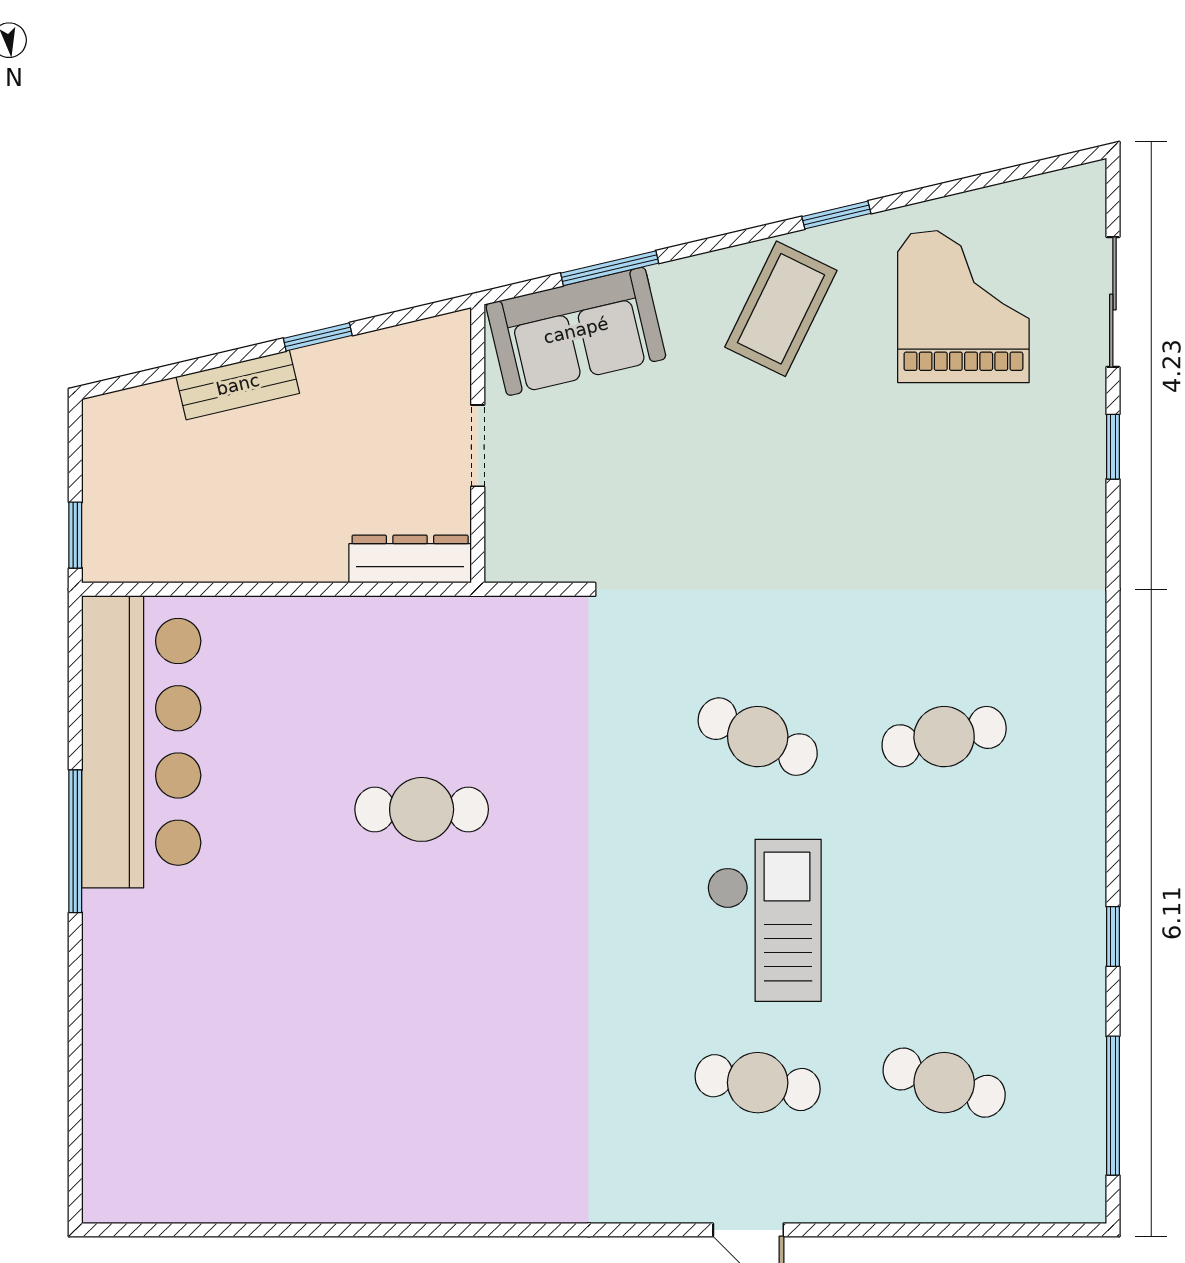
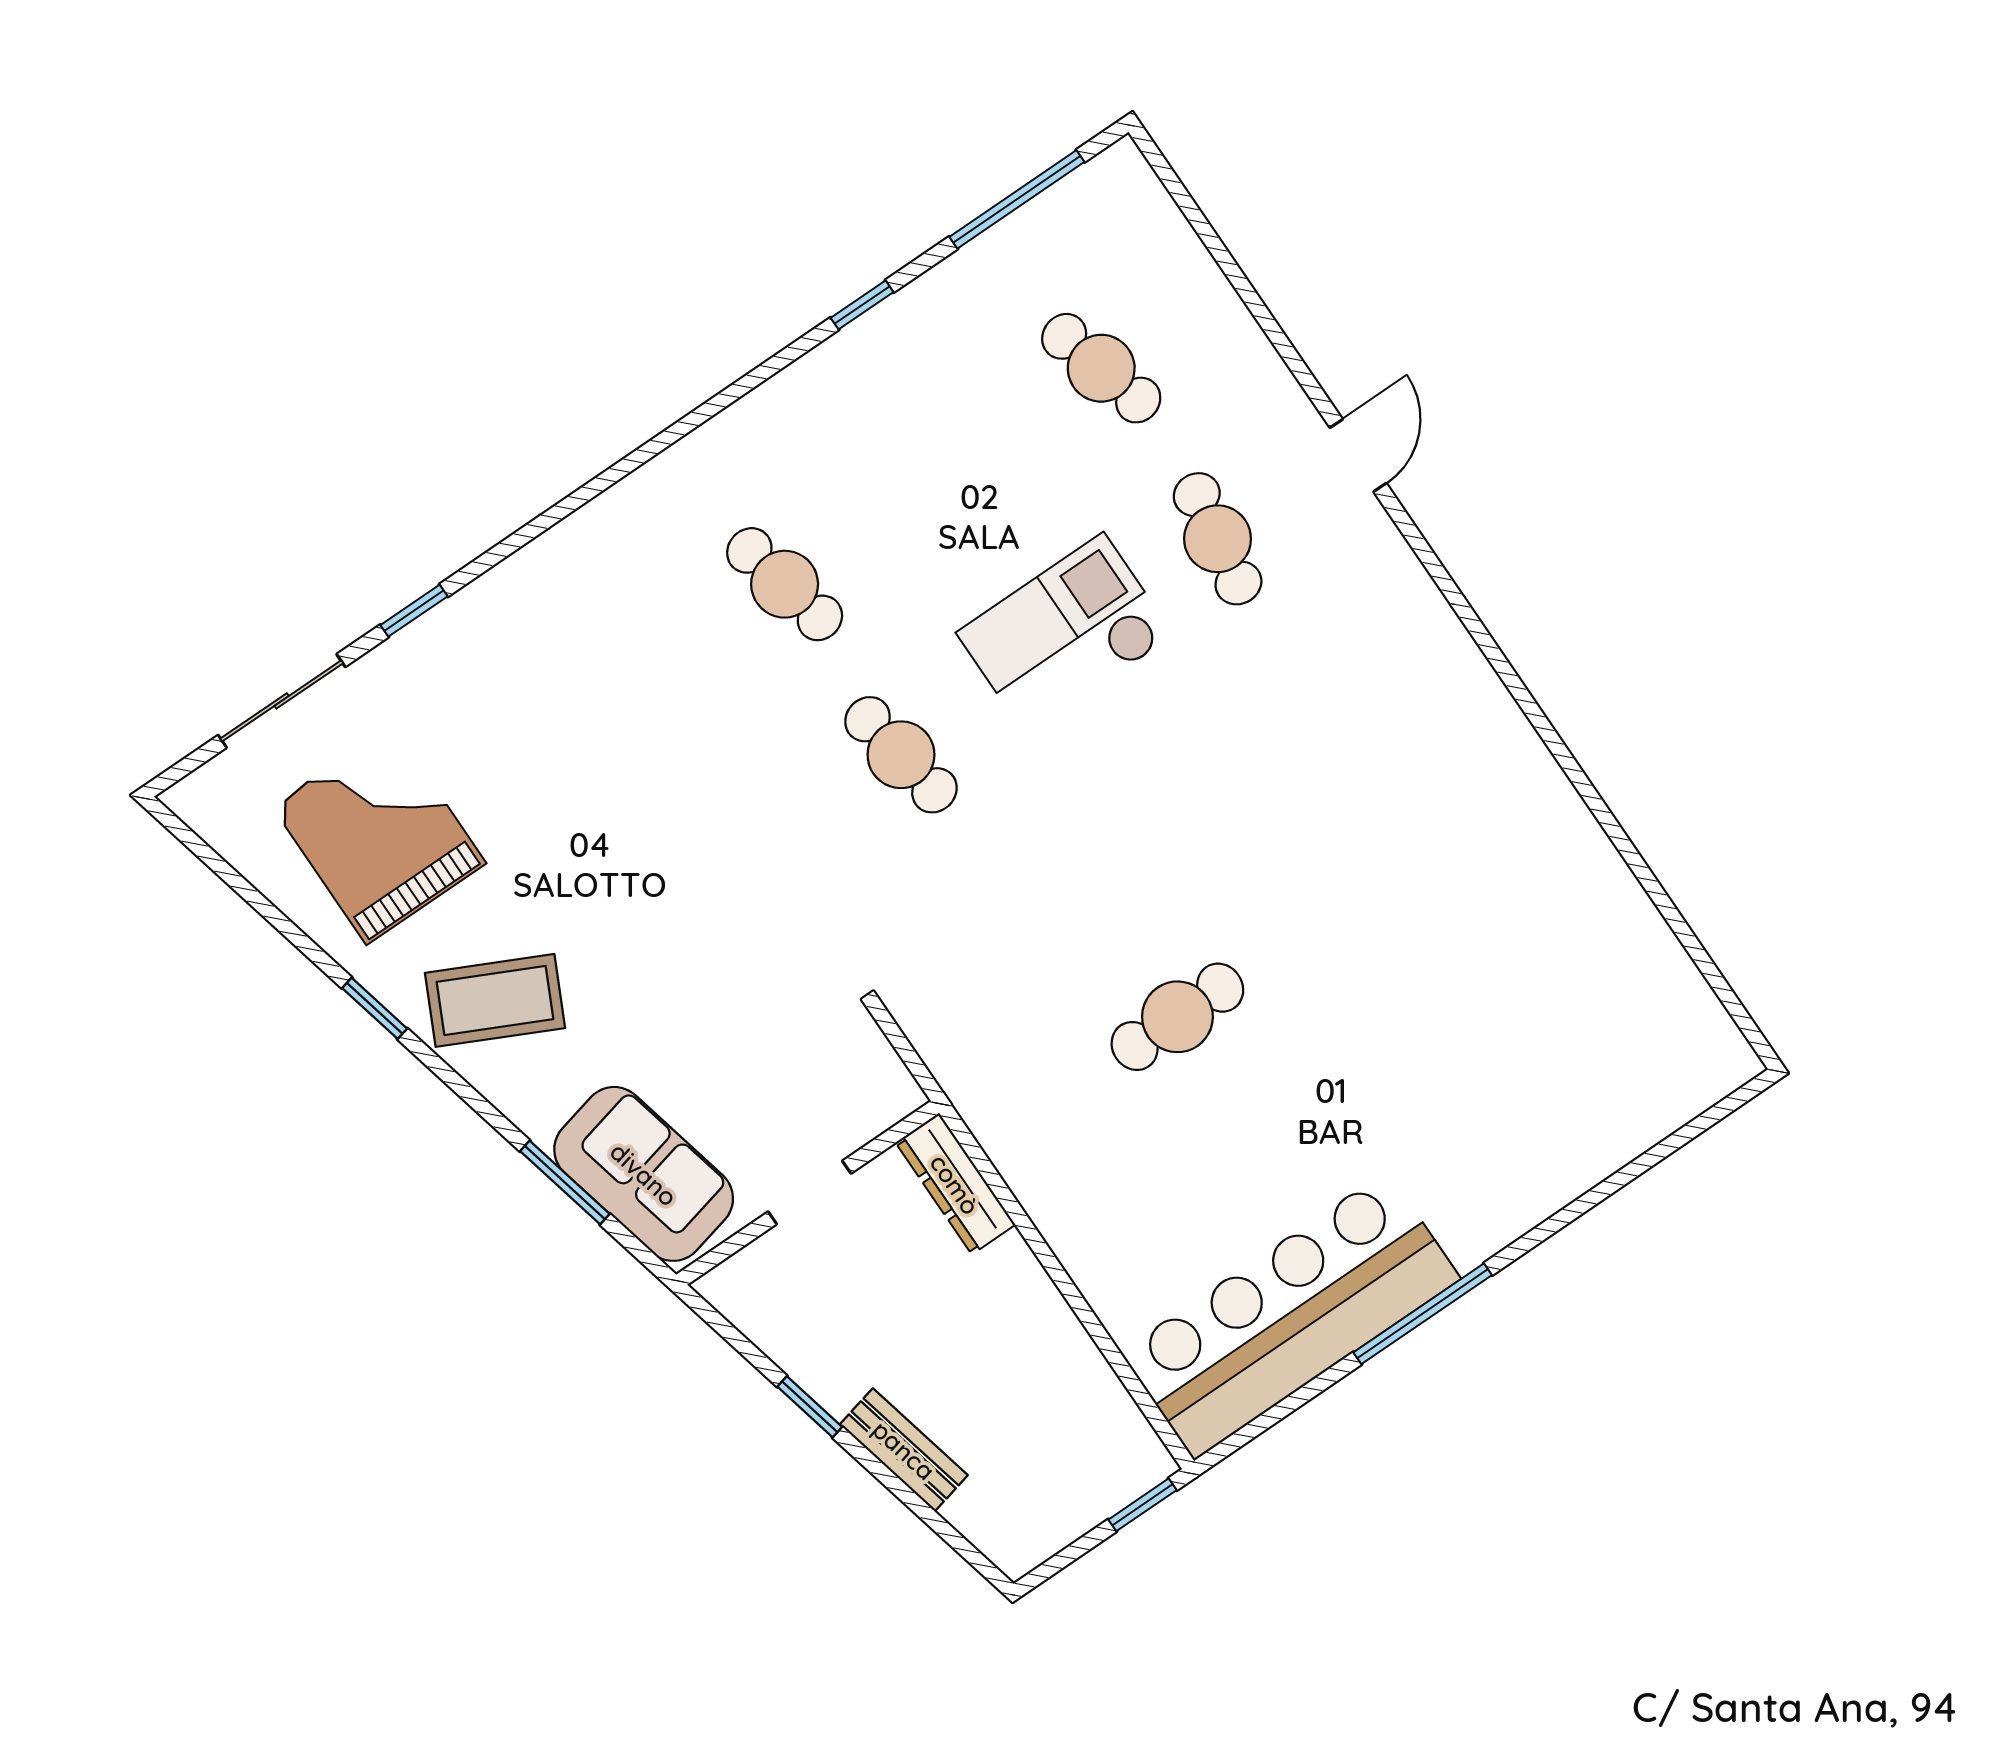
grand piano: (963, 307) -> (379, 835), turned 90
cafe table: (758, 737) -> (901, 755), turned -33
cafe table: (422, 809) -> (1177, 1017), turned 90
cafe table: (944, 1083) -> (1101, 368), turned -33

